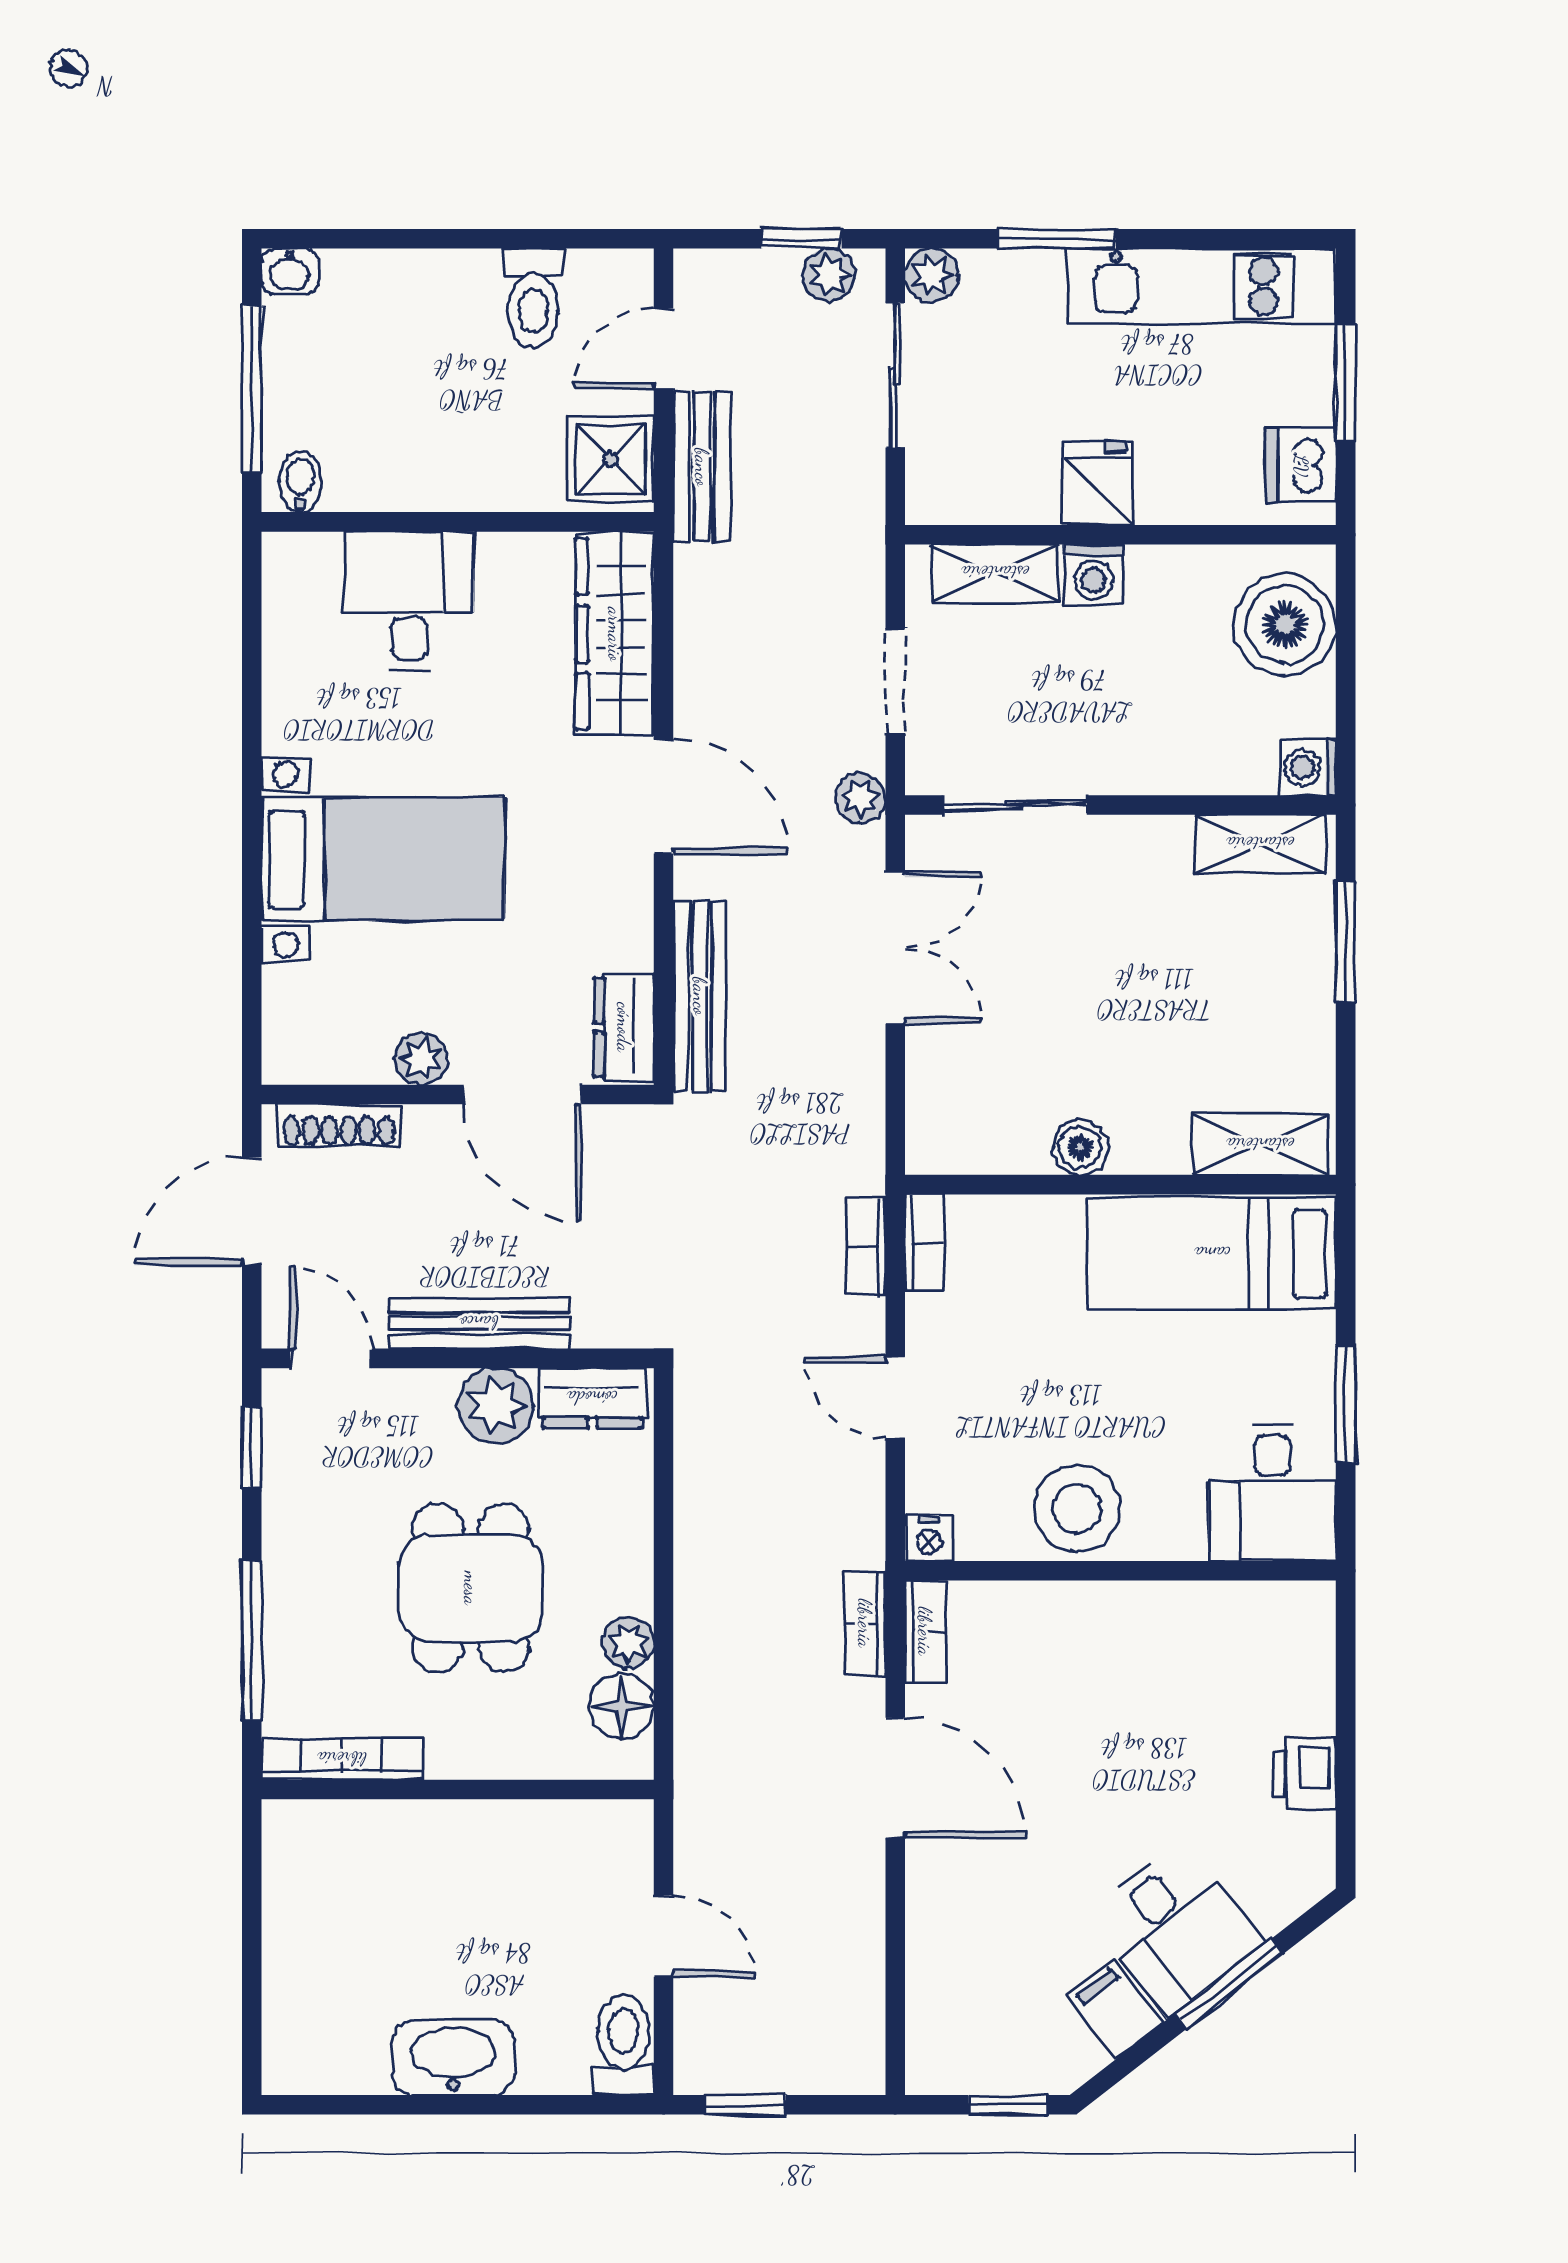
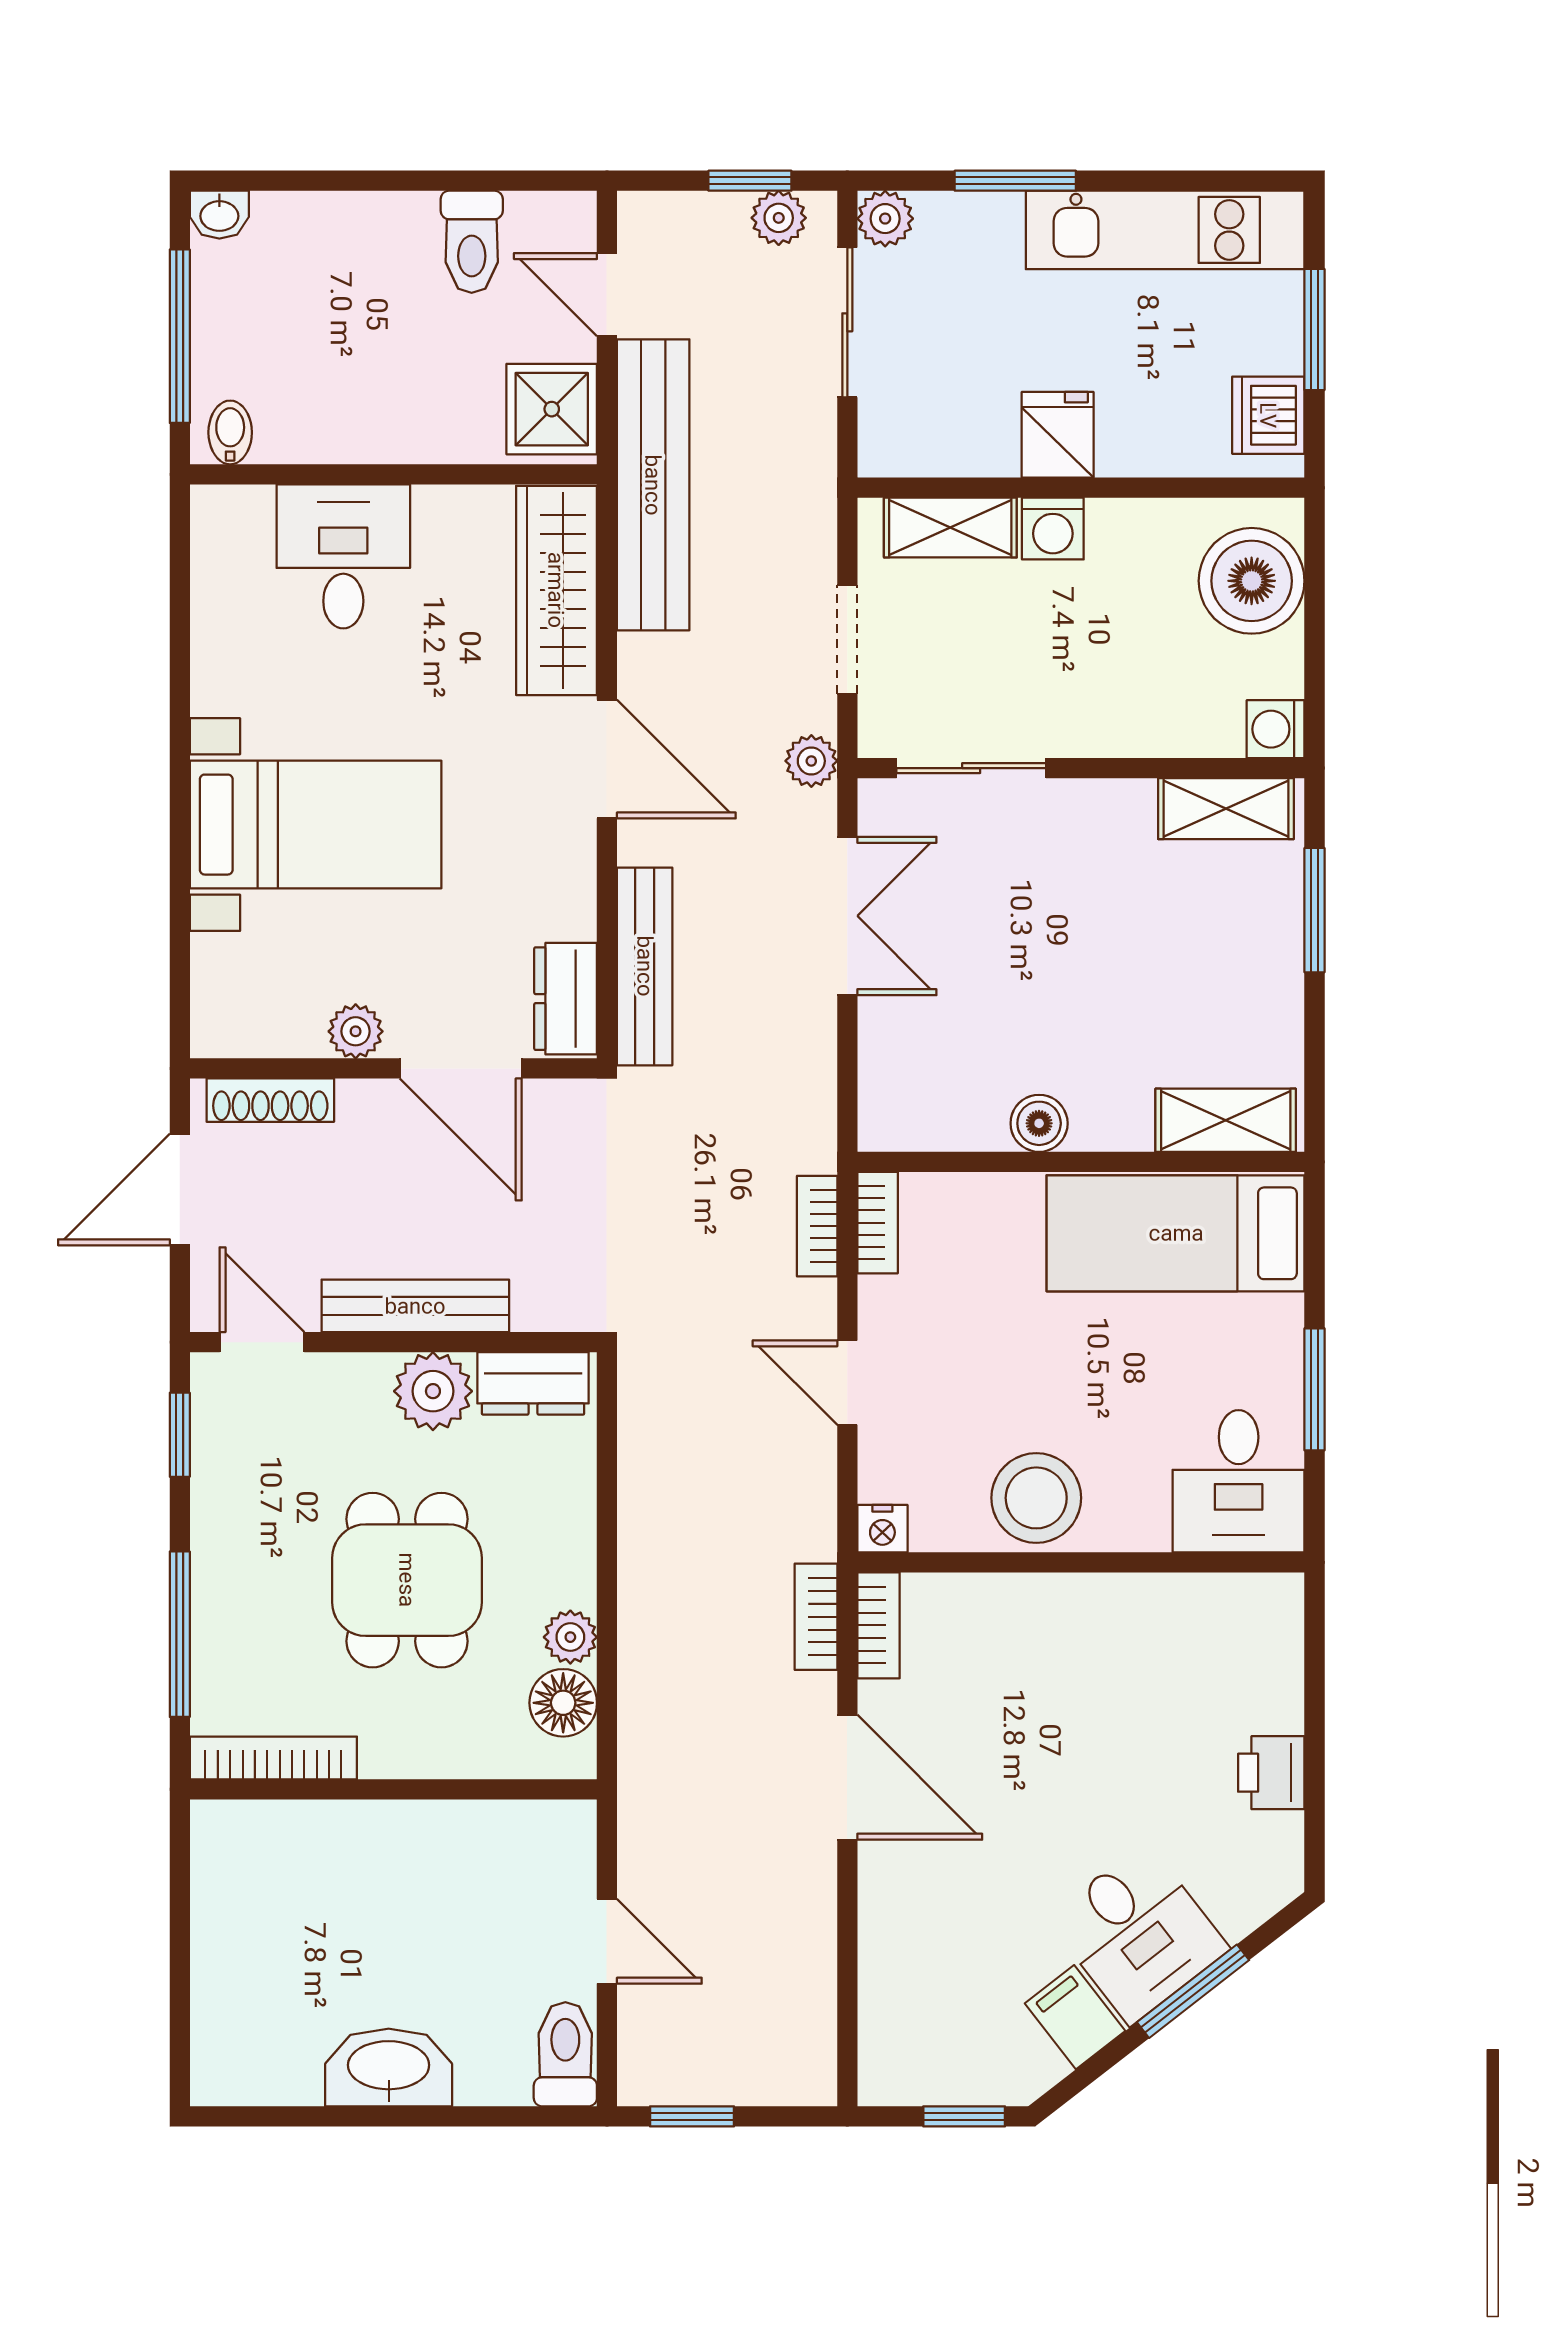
door: (664, 348) -> (607, 295), hinge flipped
bench: (702, 467) -> (653, 485), width x1.86, depth x1.21

